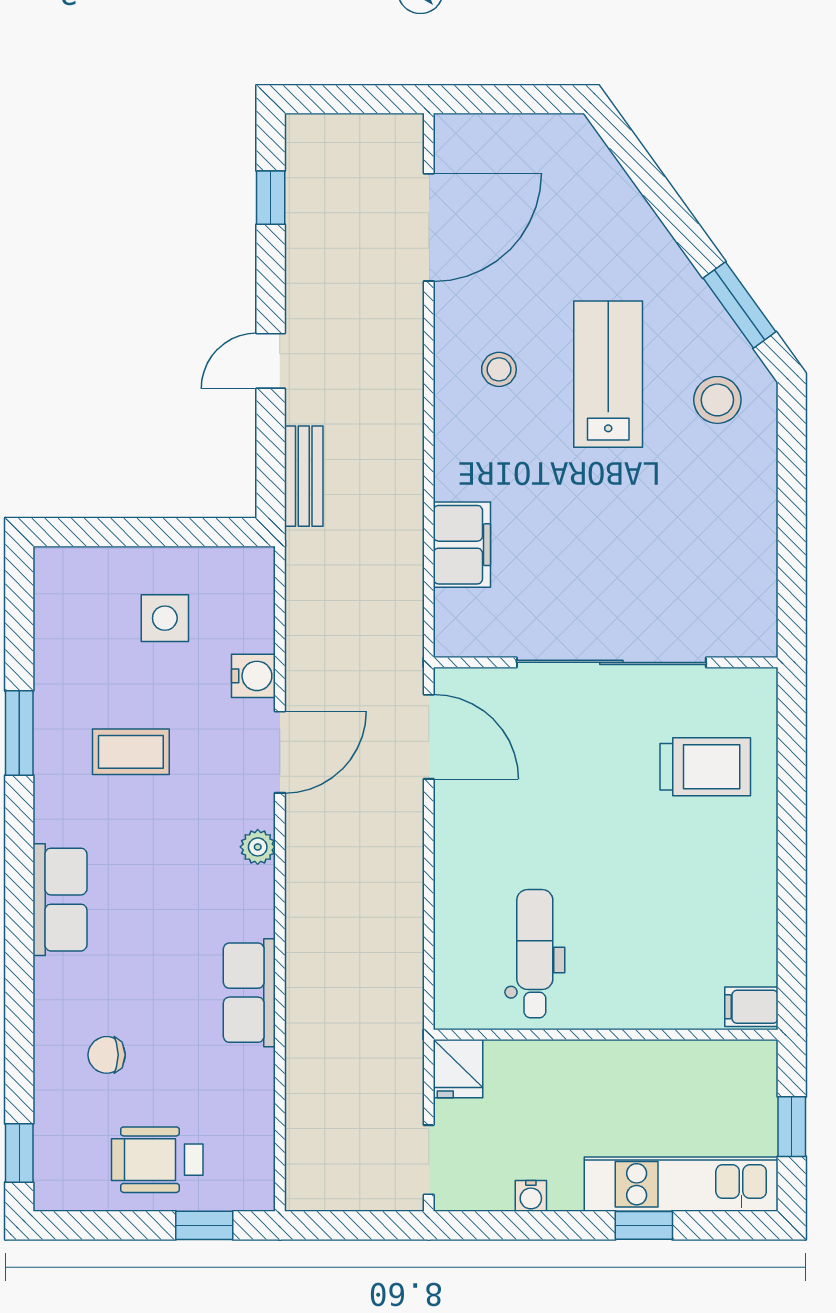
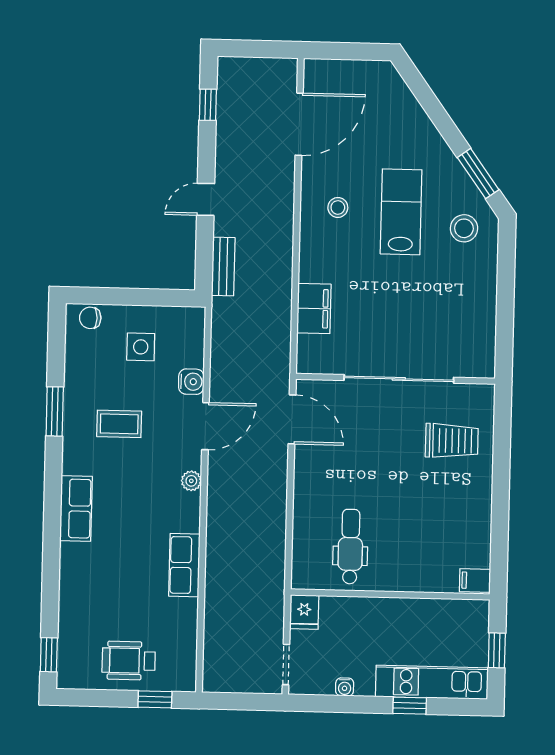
chair: (107, 1055) -> (90, 318), moved

